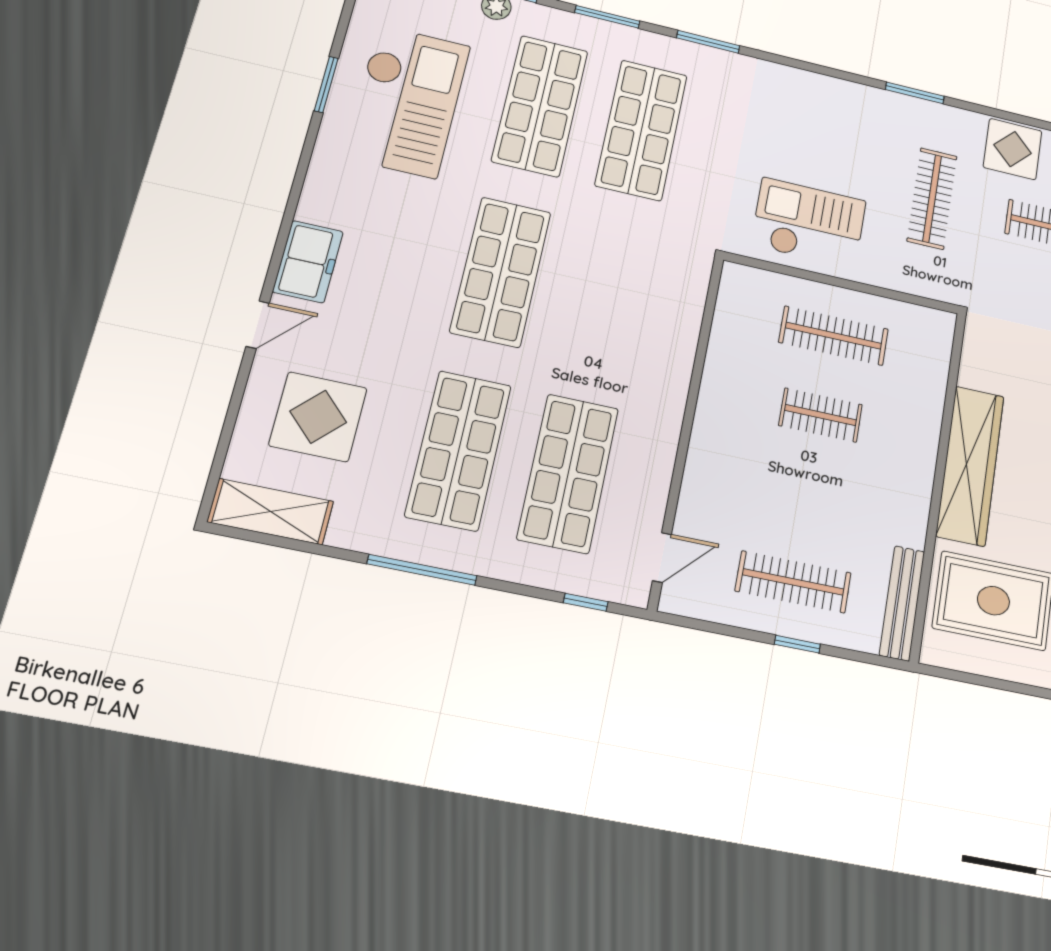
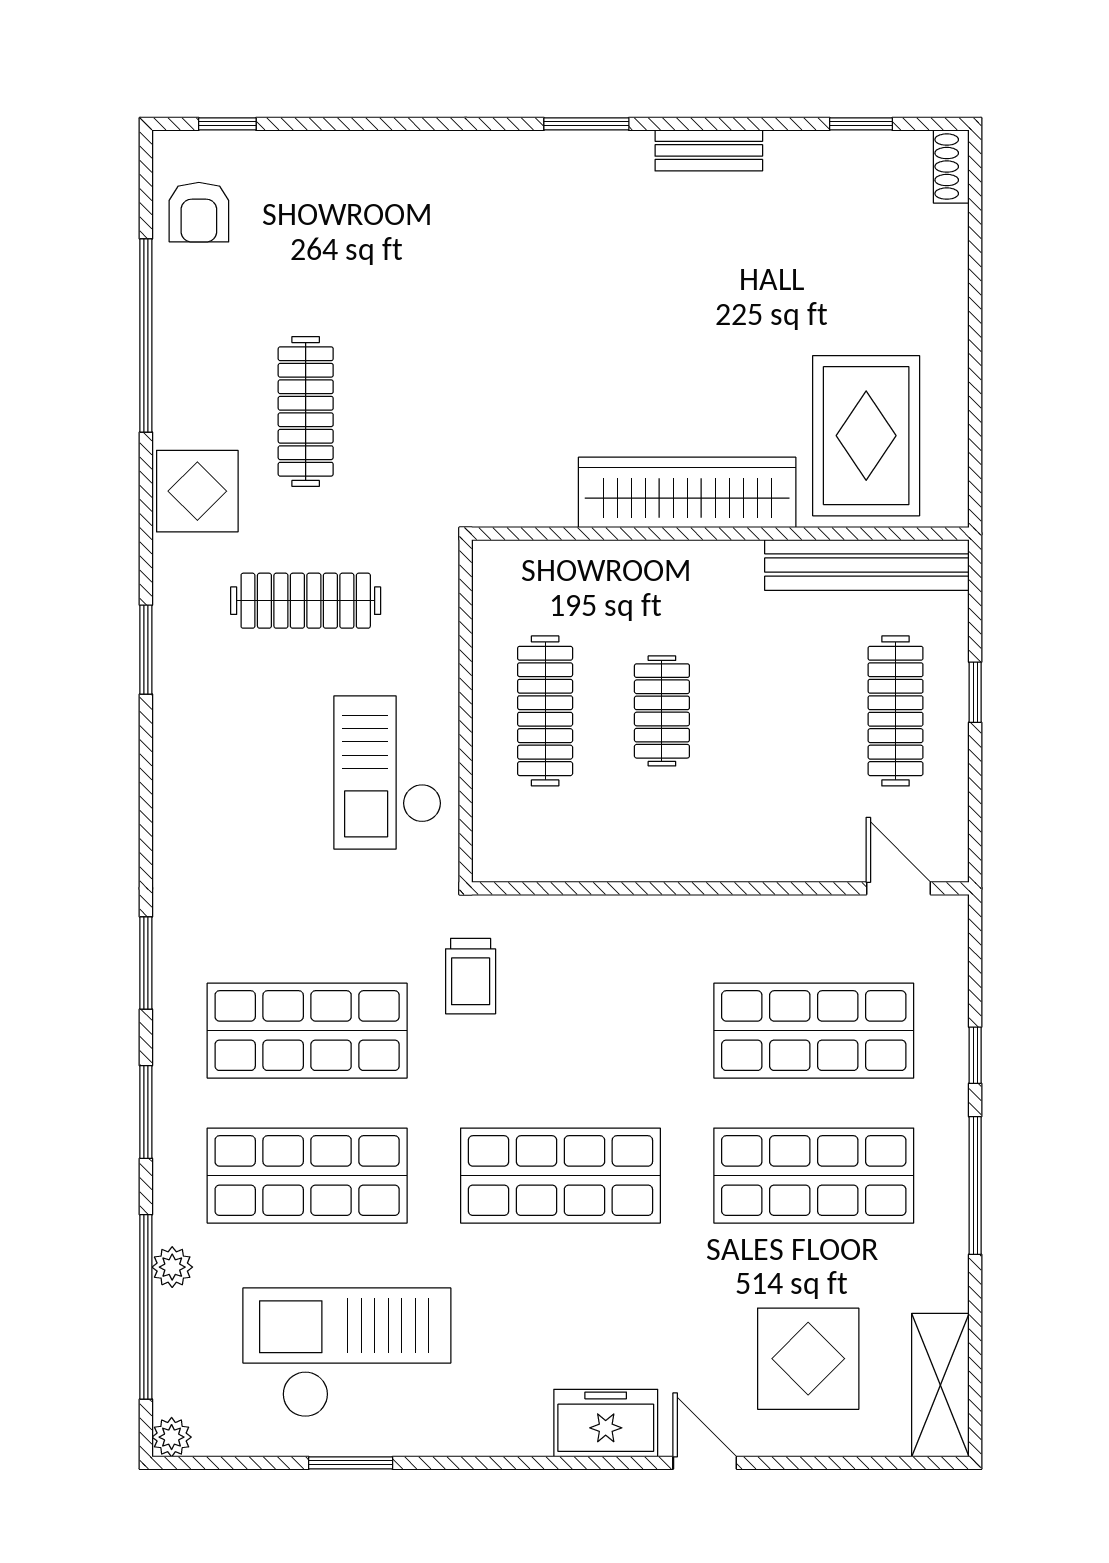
trolley: (657, 244) -> (471, 976), added
window: (586, 602) -> (975, 1055), moved
bench: (902, 603) -> (867, 565), width x1.37, depth x1.21

